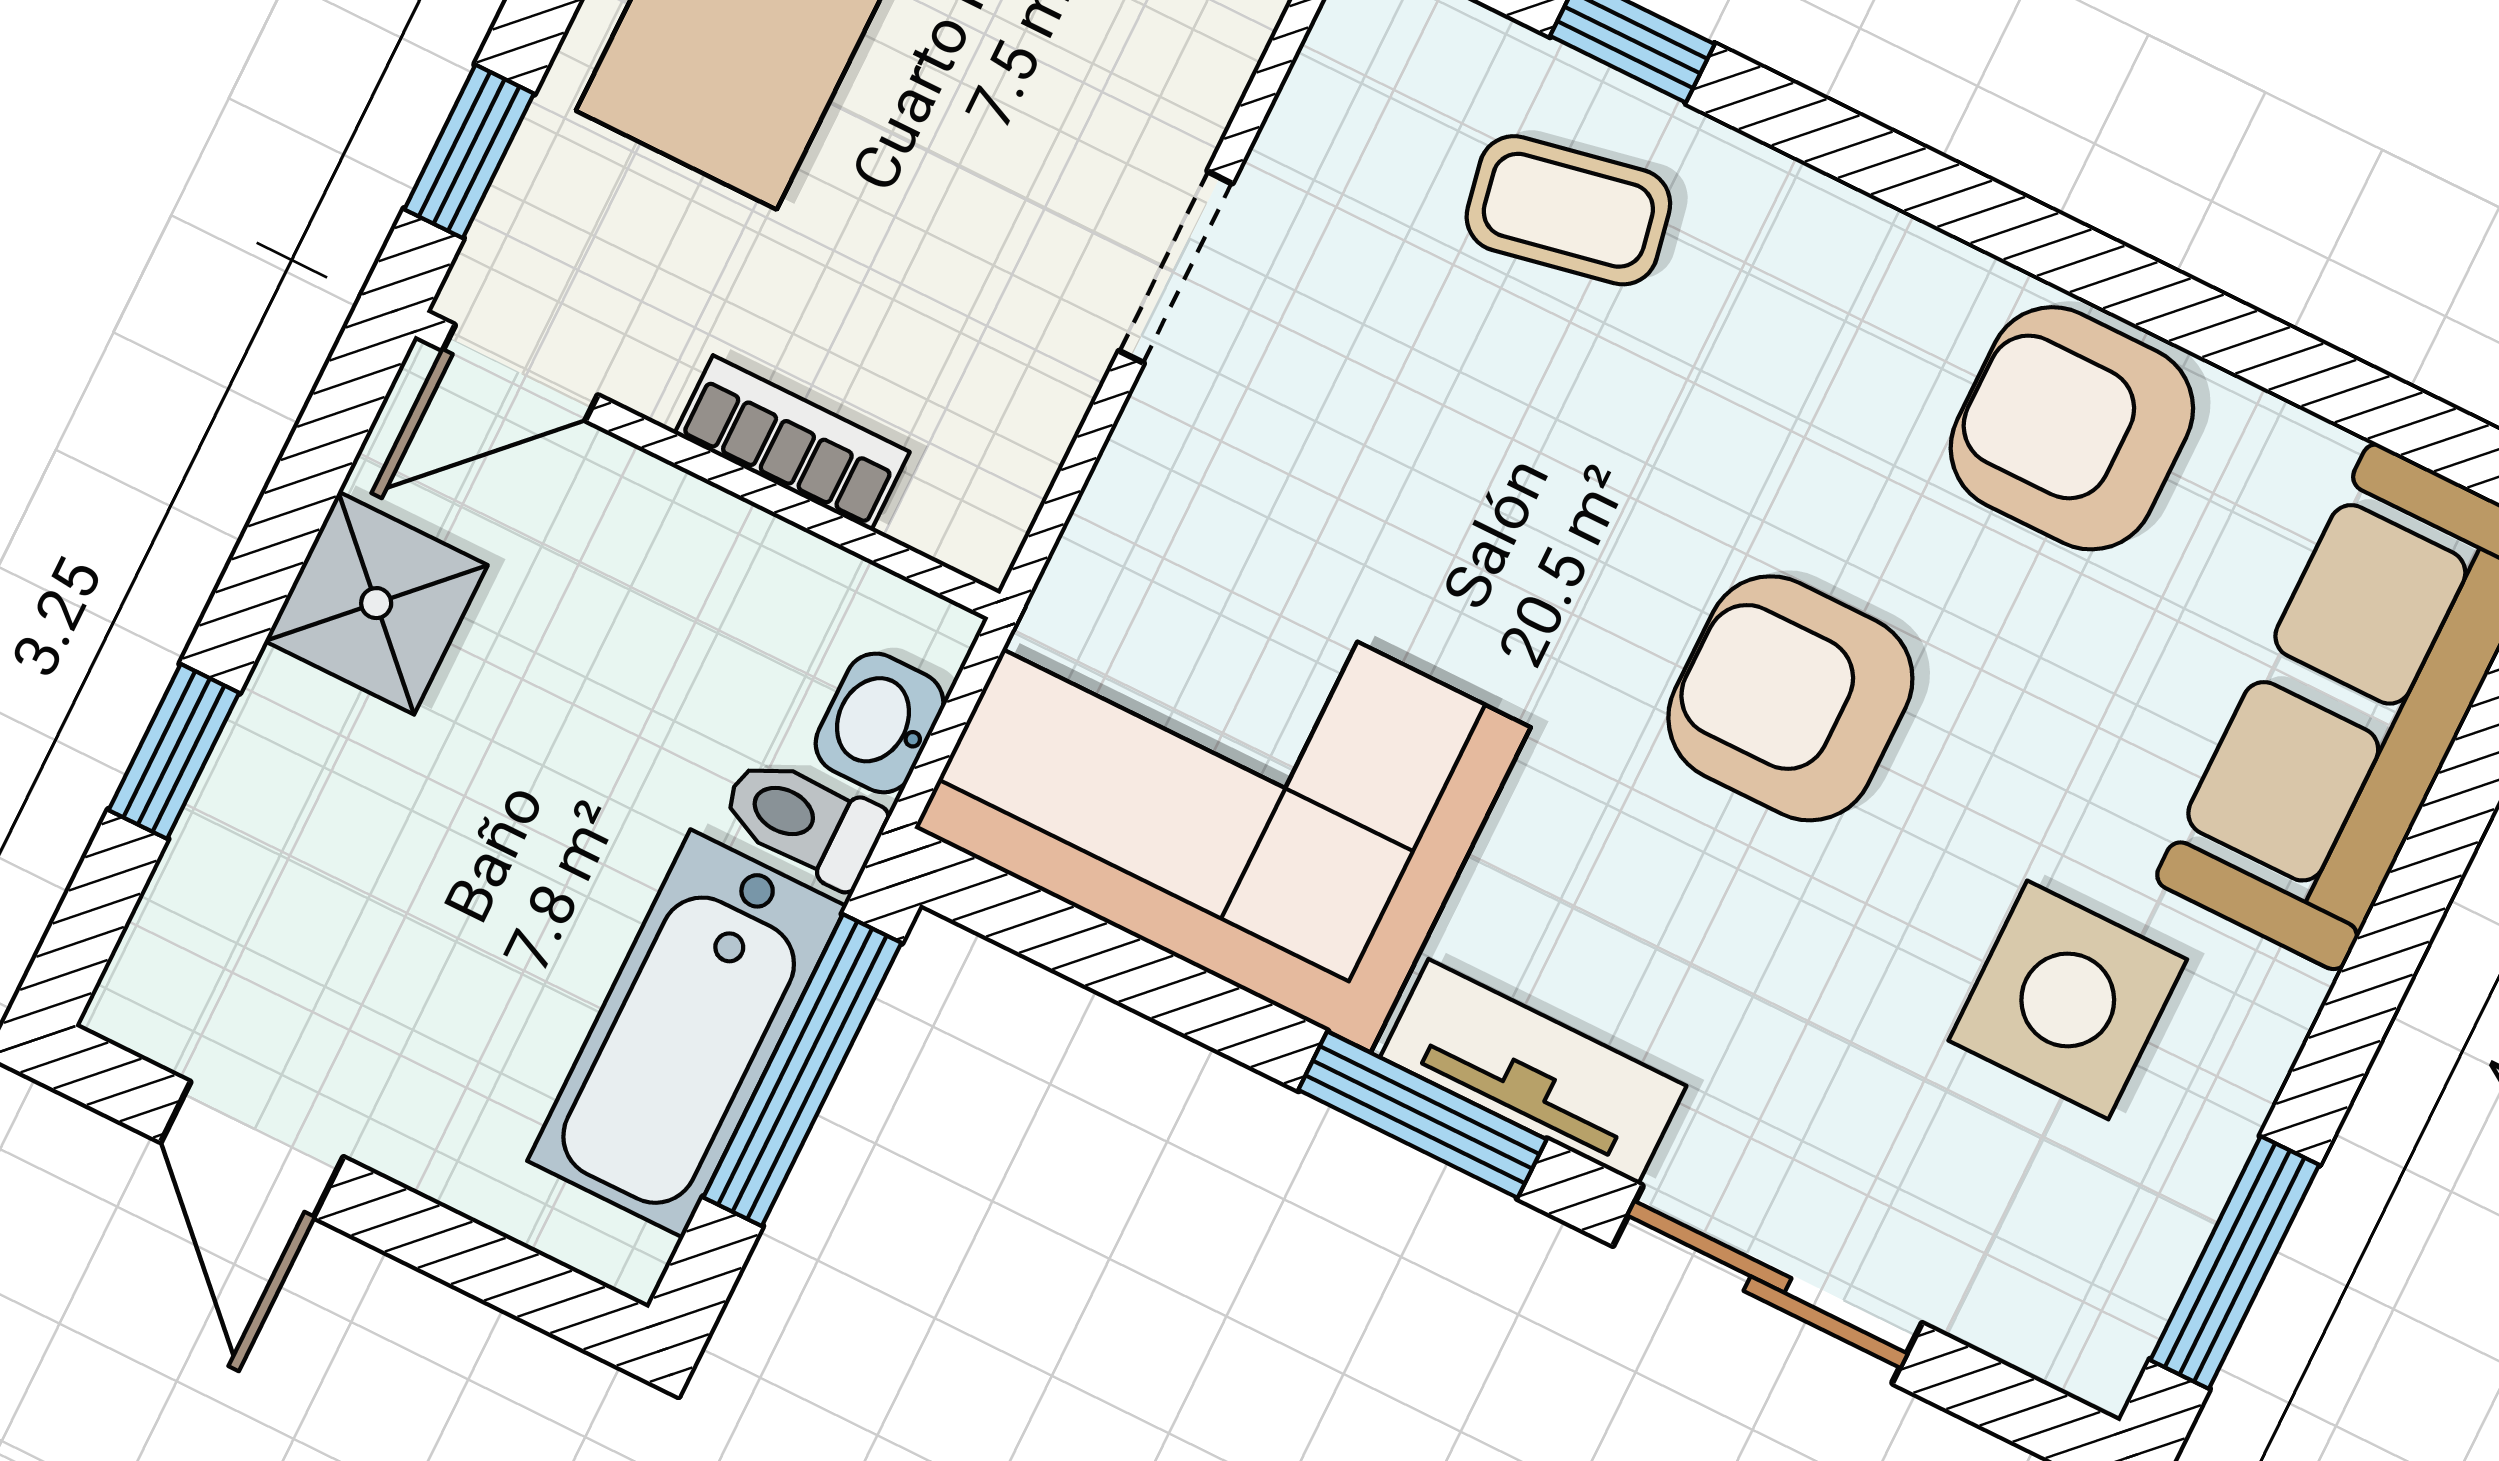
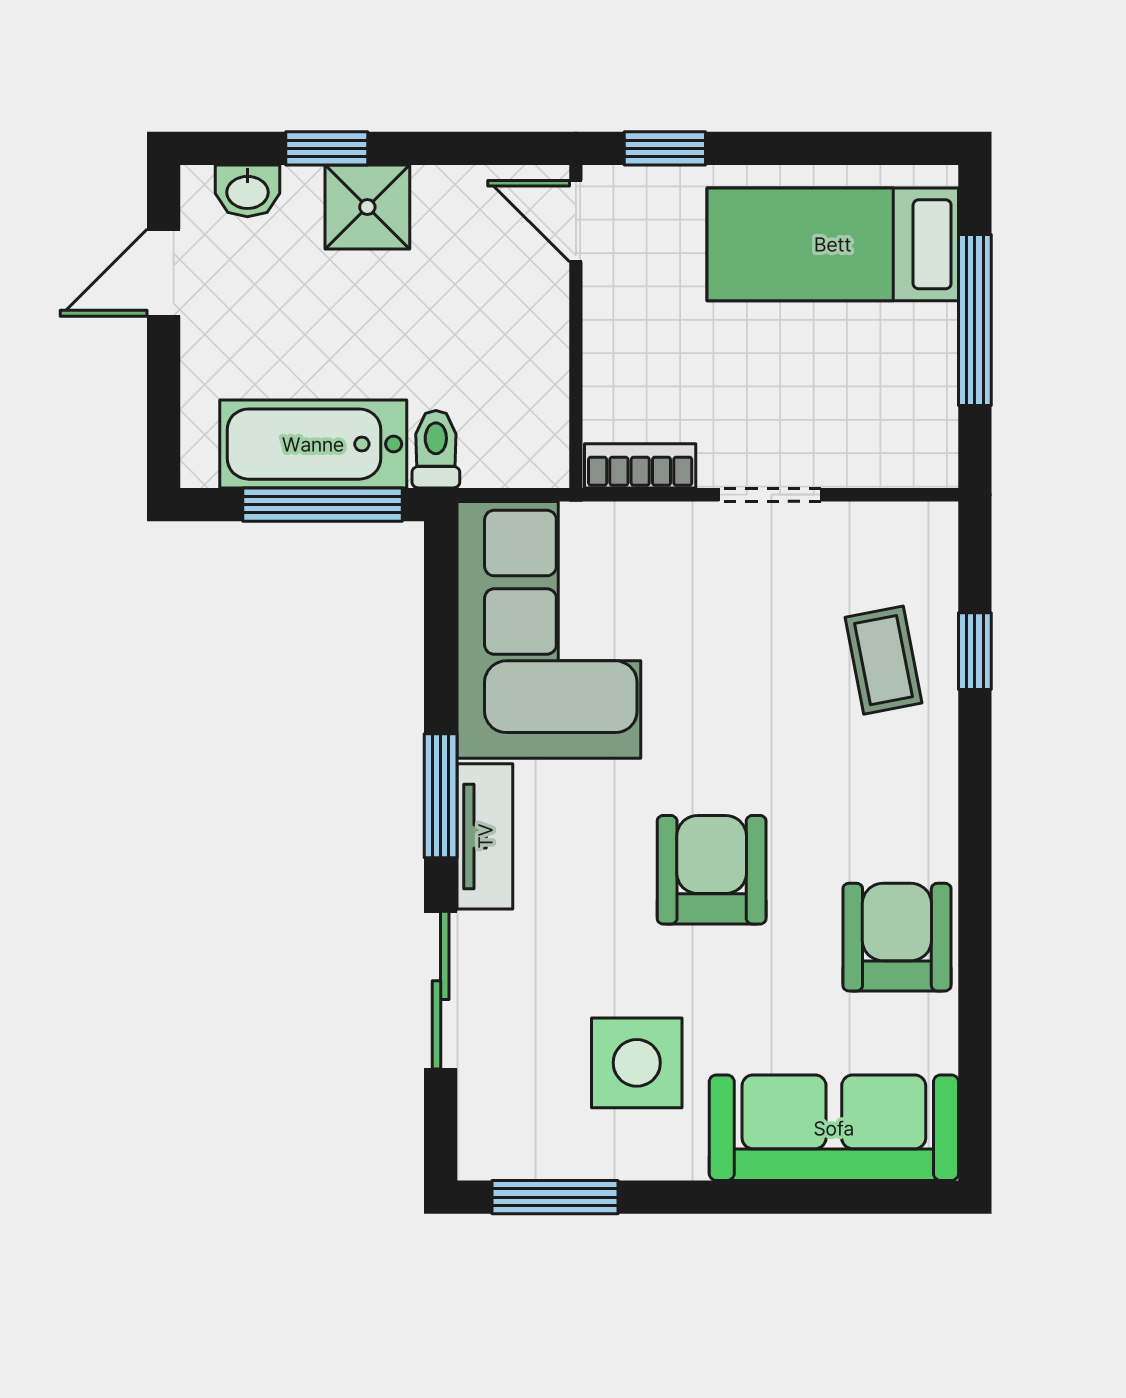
bookcase: (792, 443) -> (640, 466), moved, turned -90
shower: (376, 603) -> (367, 207), moved
washbasin: (880, 723) -> (247, 191), moved, turned 180

